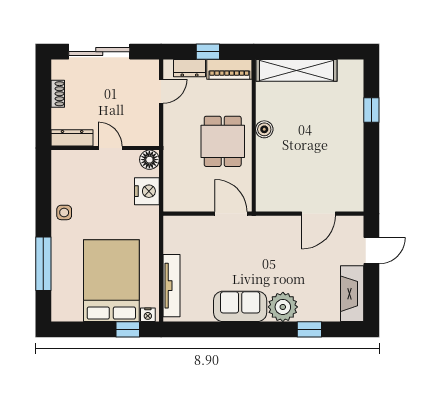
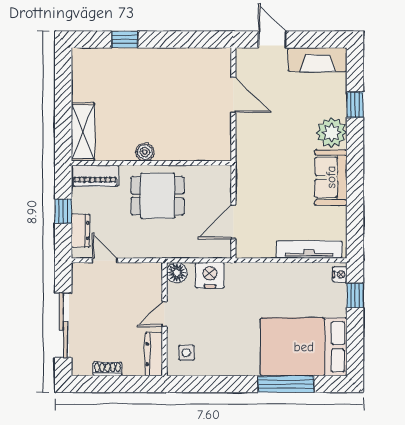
piano: (229, 69) -> (95, 176), moved, turned 90
shelving: (297, 70) -> (83, 132), width x0.68
side table: (64, 212) -> (186, 353), moved
door: (231, 214) -> (233, 222), moved
bed: (111, 281) -> (304, 347), moved

